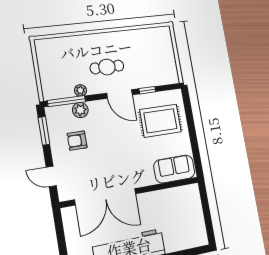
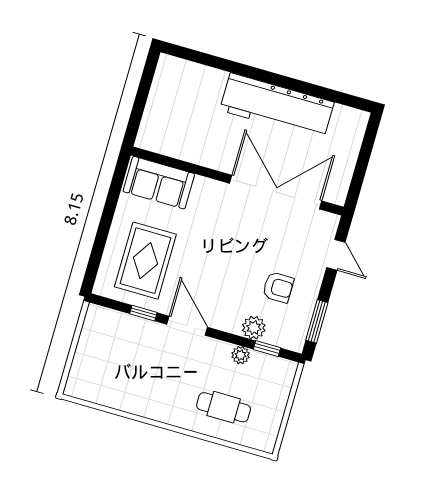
cafe table: (107, 67) -> (224, 407), moved
window: (67, 101) -> (267, 349), width x0.46
rug: (160, 121) -> (145, 261), turned 90

